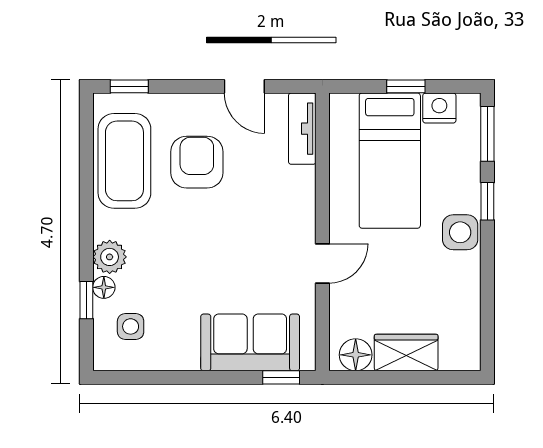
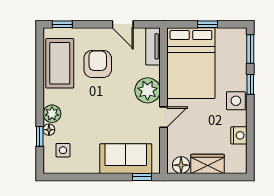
nightstand: (439, 108) -> (239, 135), moved, turned 90
bed: (390, 161) -> (191, 63), width x1.50
plant: (292, 212) -> (148, 90), added

